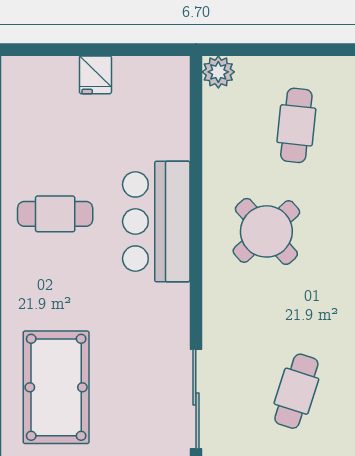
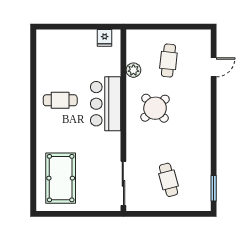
plant: (218, 72) -> (133, 70), moved
fridge: (95, 75) -> (105, 38), moved
cafe table: (296, 391) -> (168, 180), turned -33

